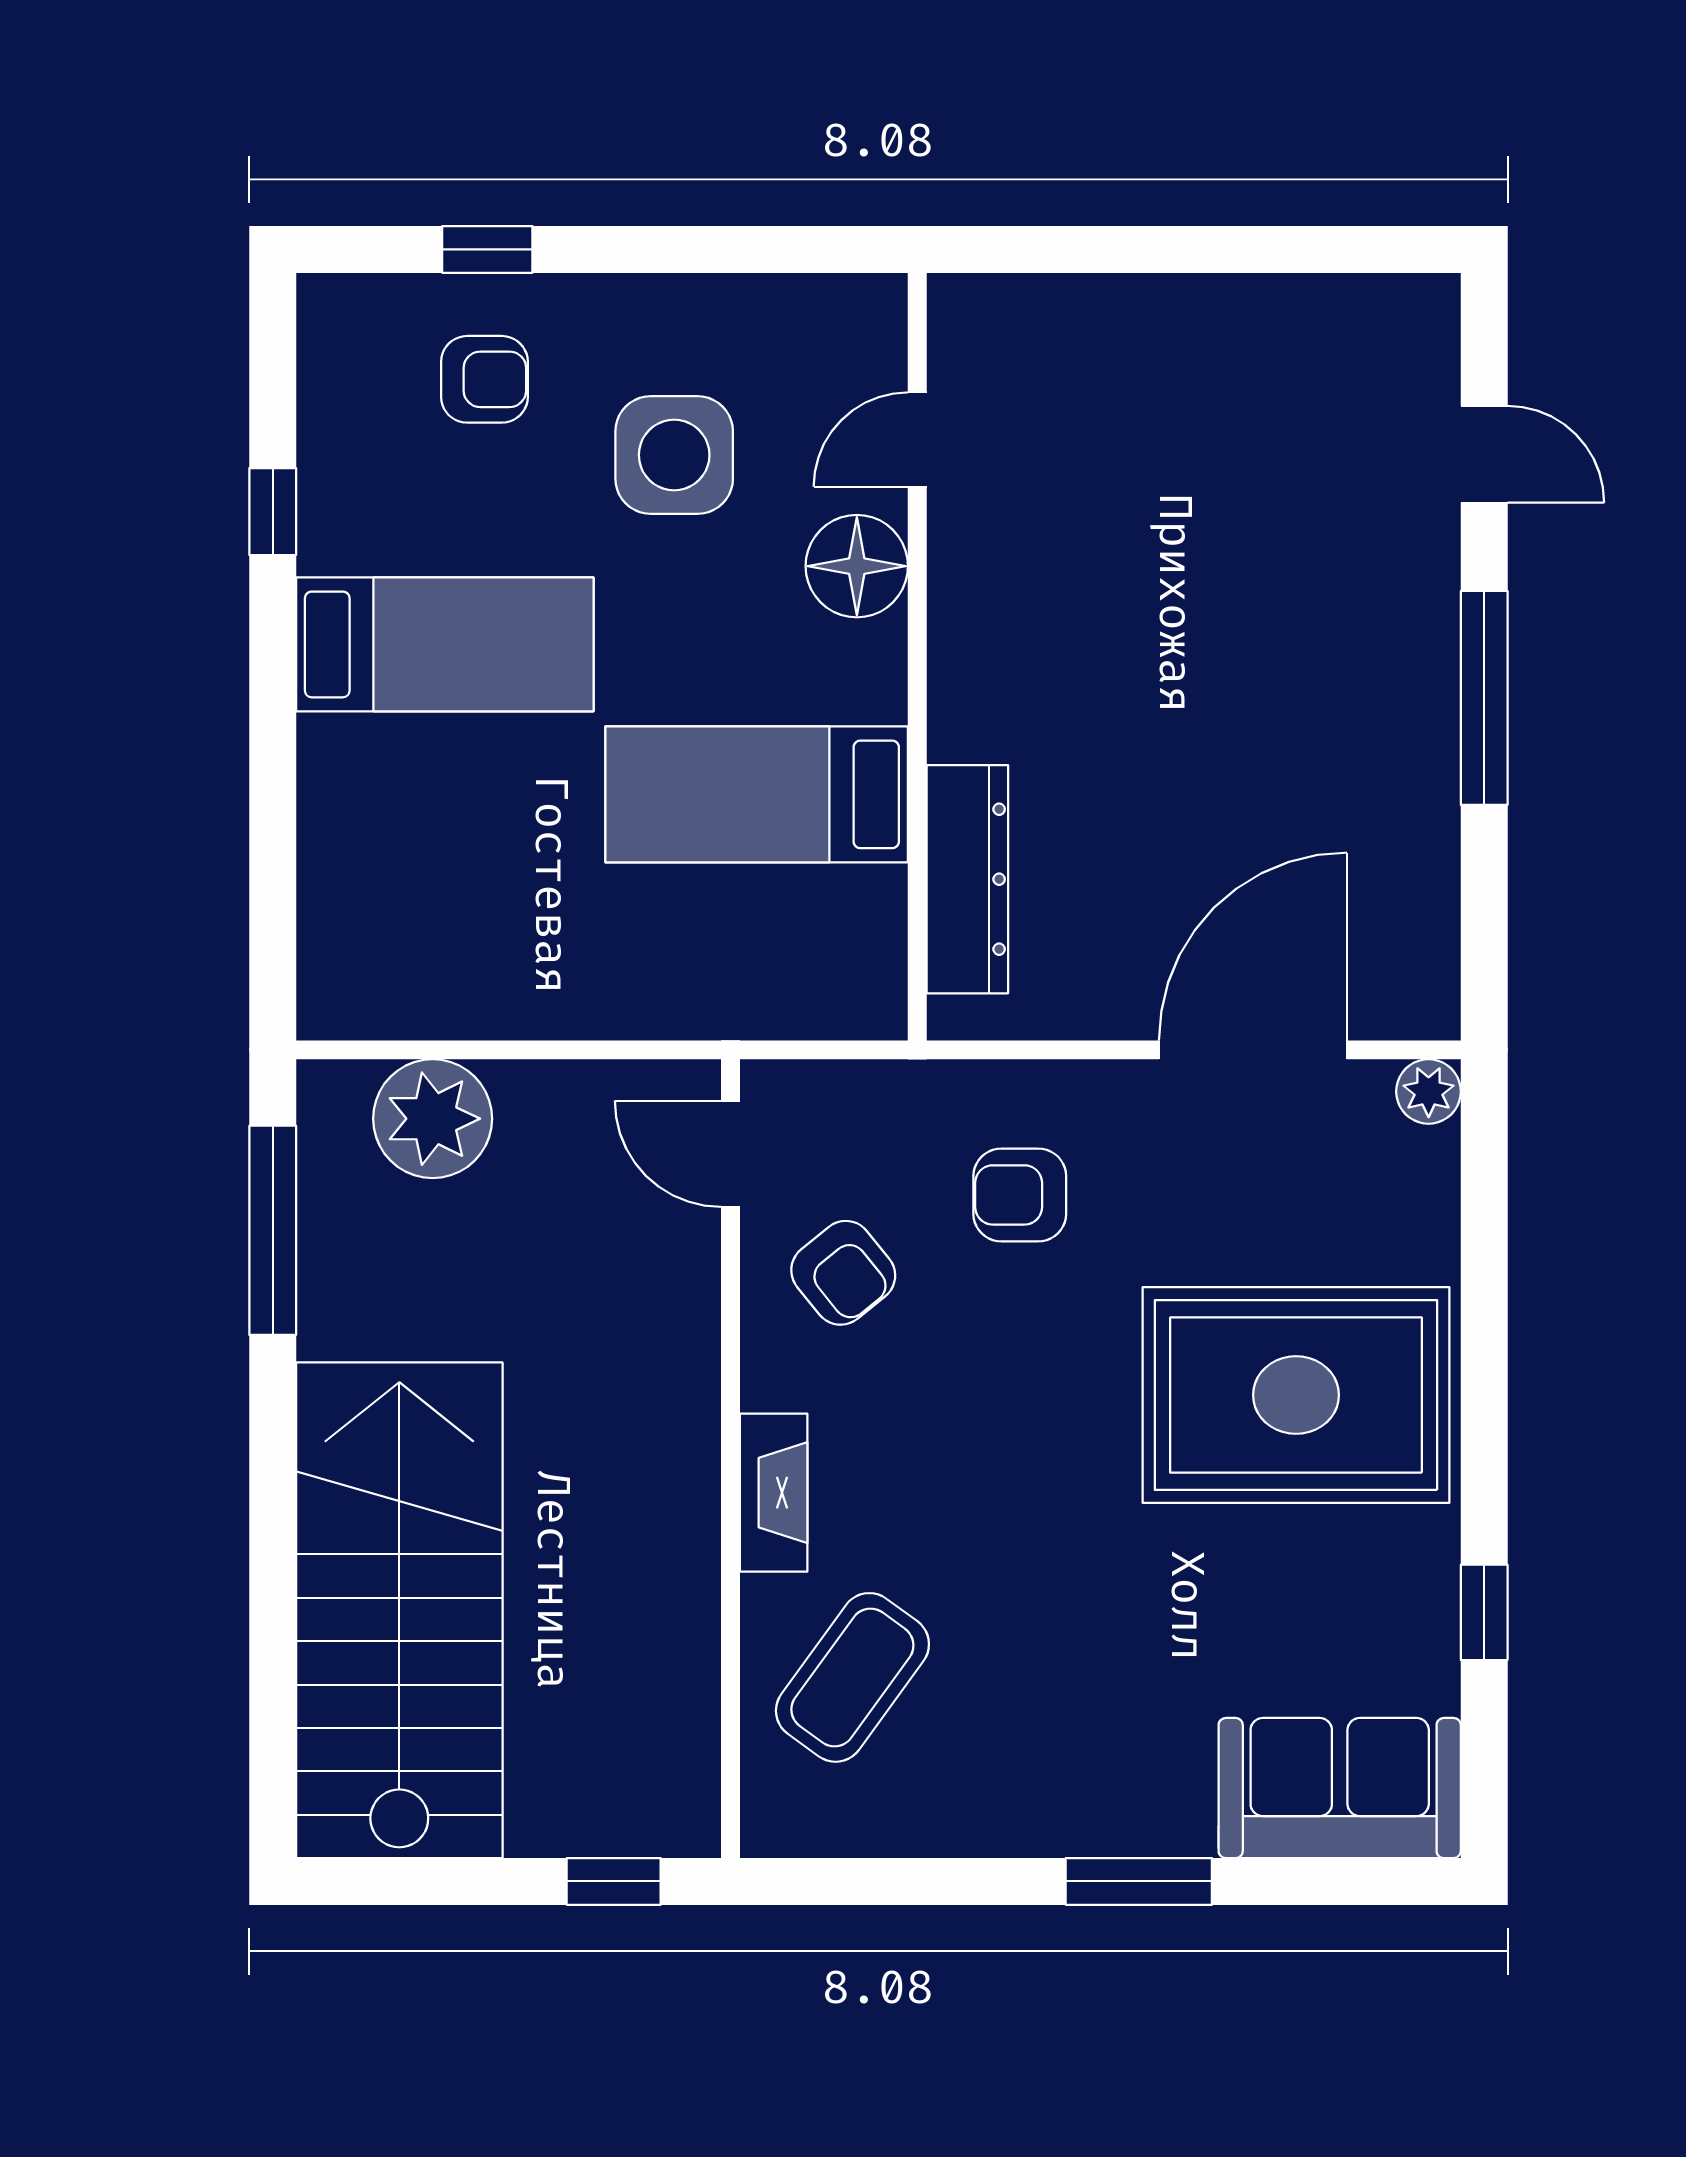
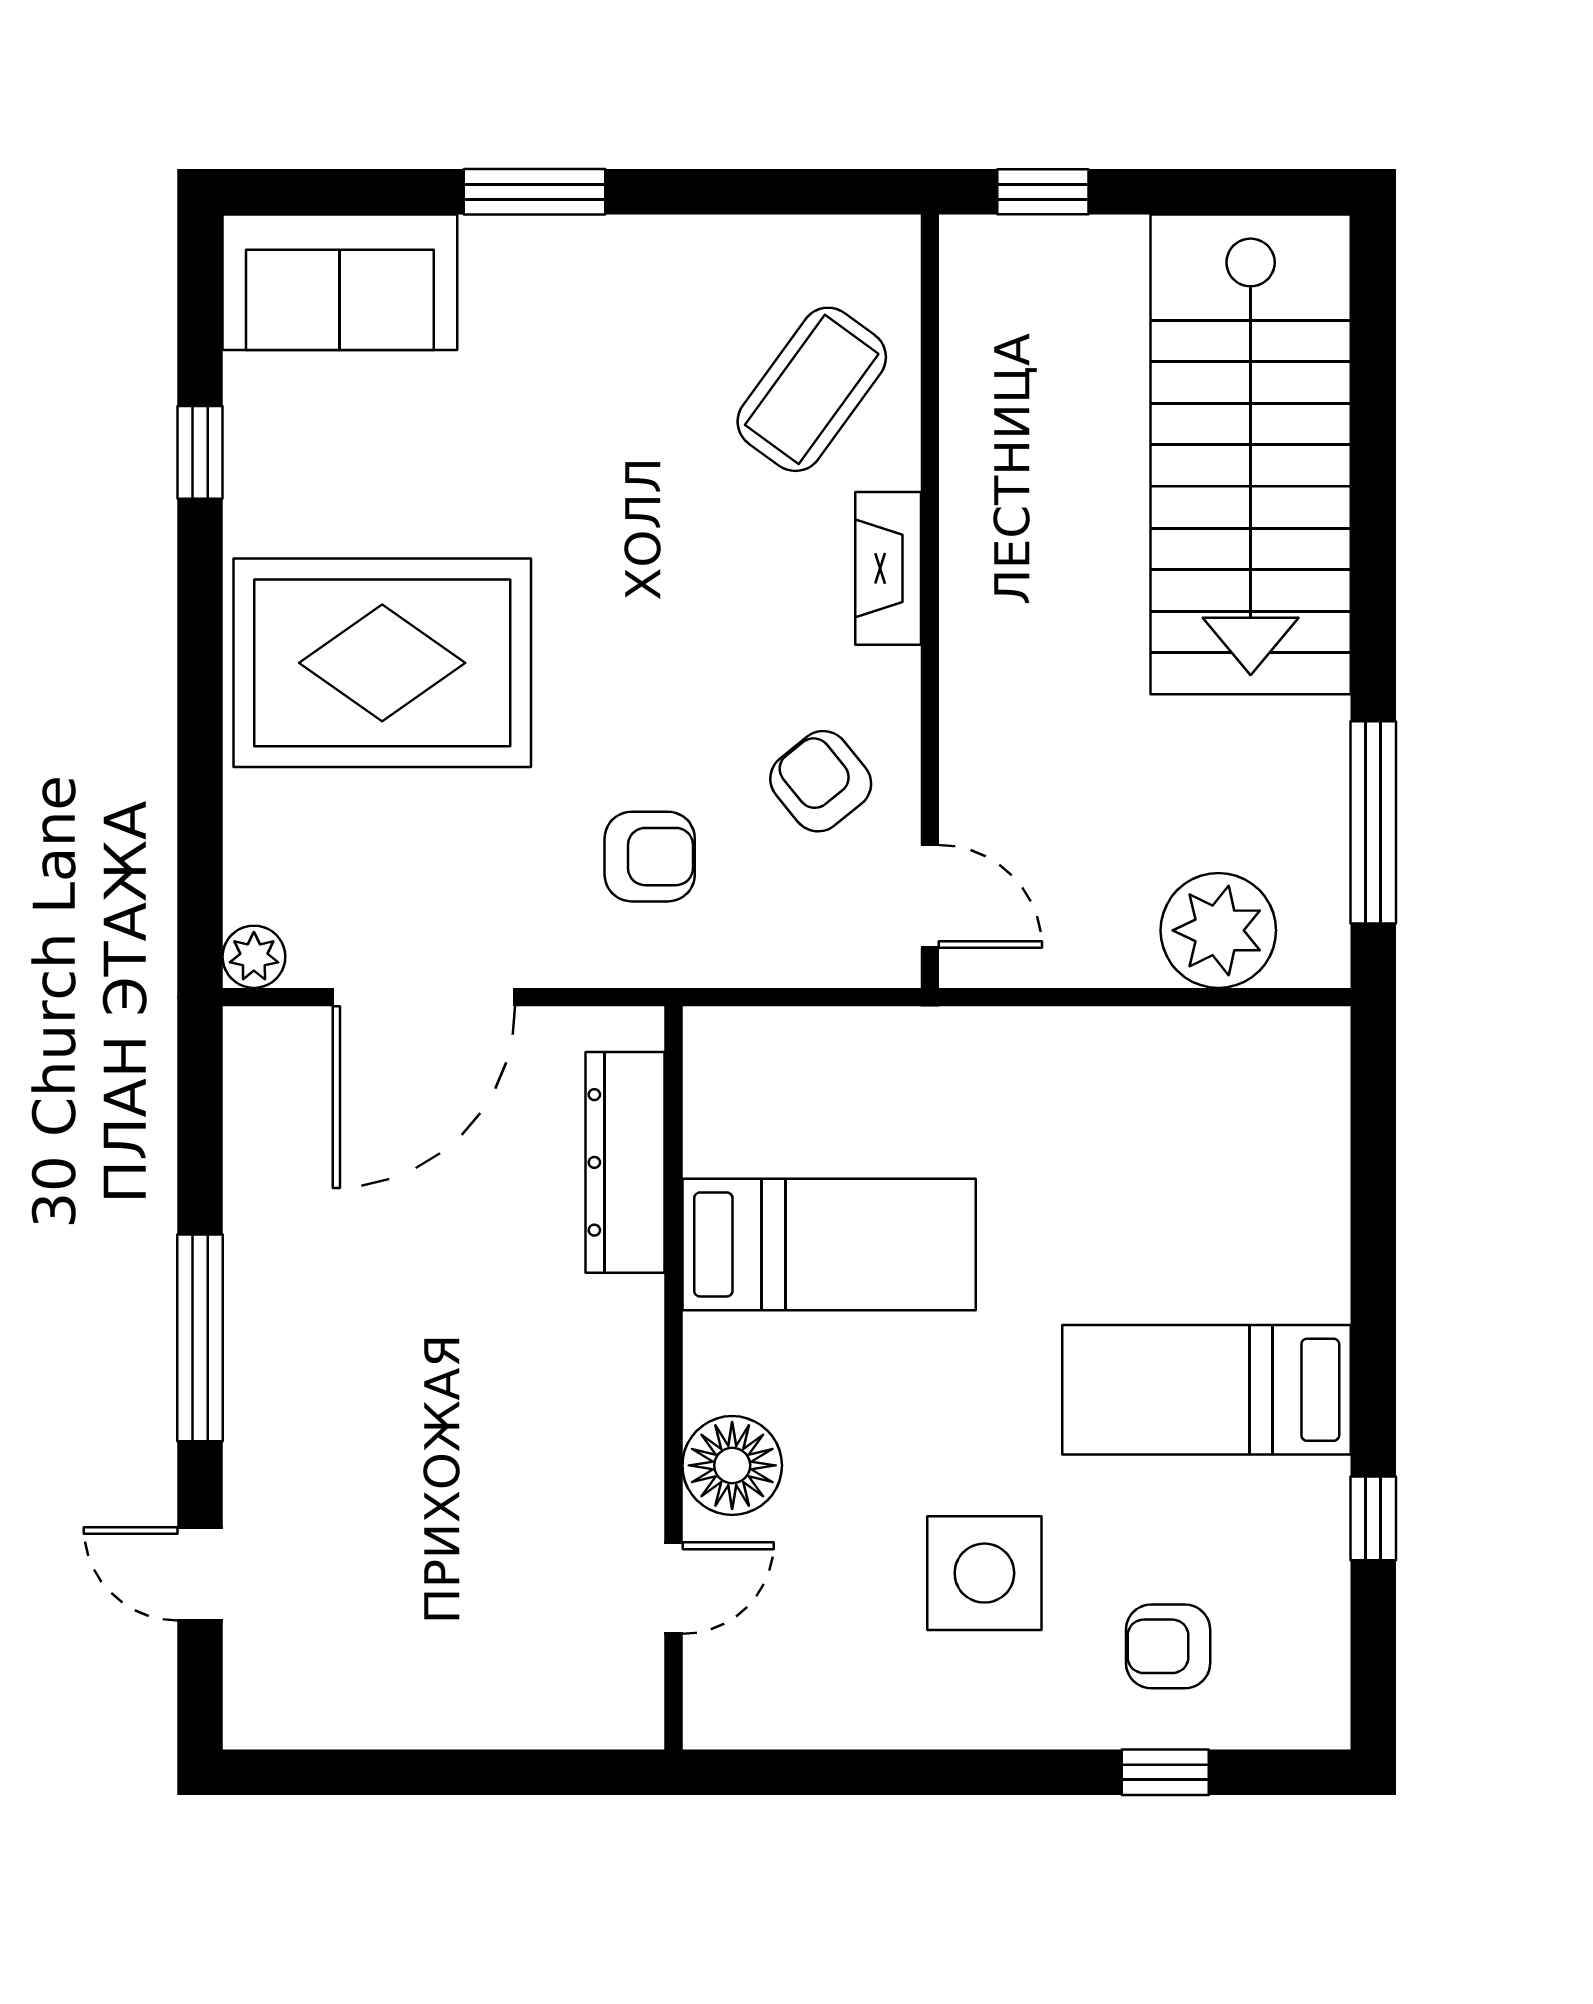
door: (917, 440) -> (674, 1588), moved
floor lamp: (857, 566) -> (732, 1465), moved
wall: (917, 657) -> (674, 1378), moved
bed: (757, 794) -> (829, 1244), moved
dresser: (967, 879) -> (625, 1162), moved

